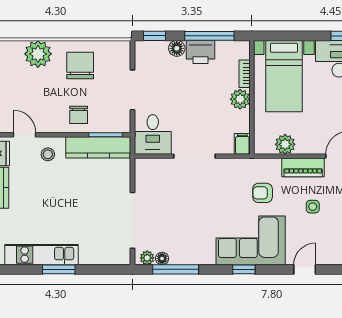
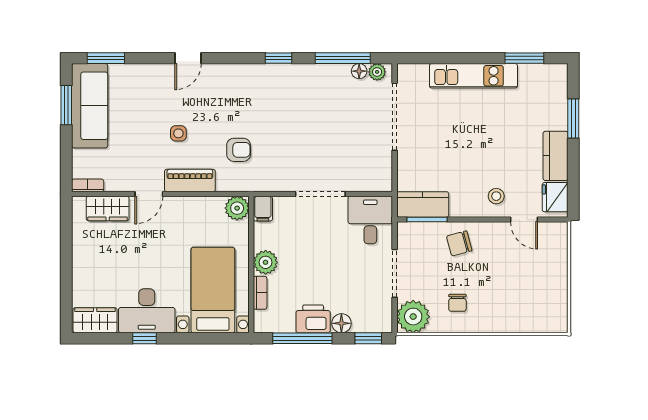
plant: (38, 54) -> (413, 317), moved
chair: (80, 65) -> (457, 303), width x0.54, depth x0.54
chair: (79, 115) -> (459, 243), turned -105
plant: (285, 144) -> (237, 208), moved
kitchen counter: (98, 147) -> (423, 204), width x0.67
corner sofa: (251, 240) -> (253, 93), removed
kitchen unit: (41, 255) -> (473, 76), moved
window: (59, 269) -> (524, 58), moved
window: (244, 269) -> (278, 58), moved

